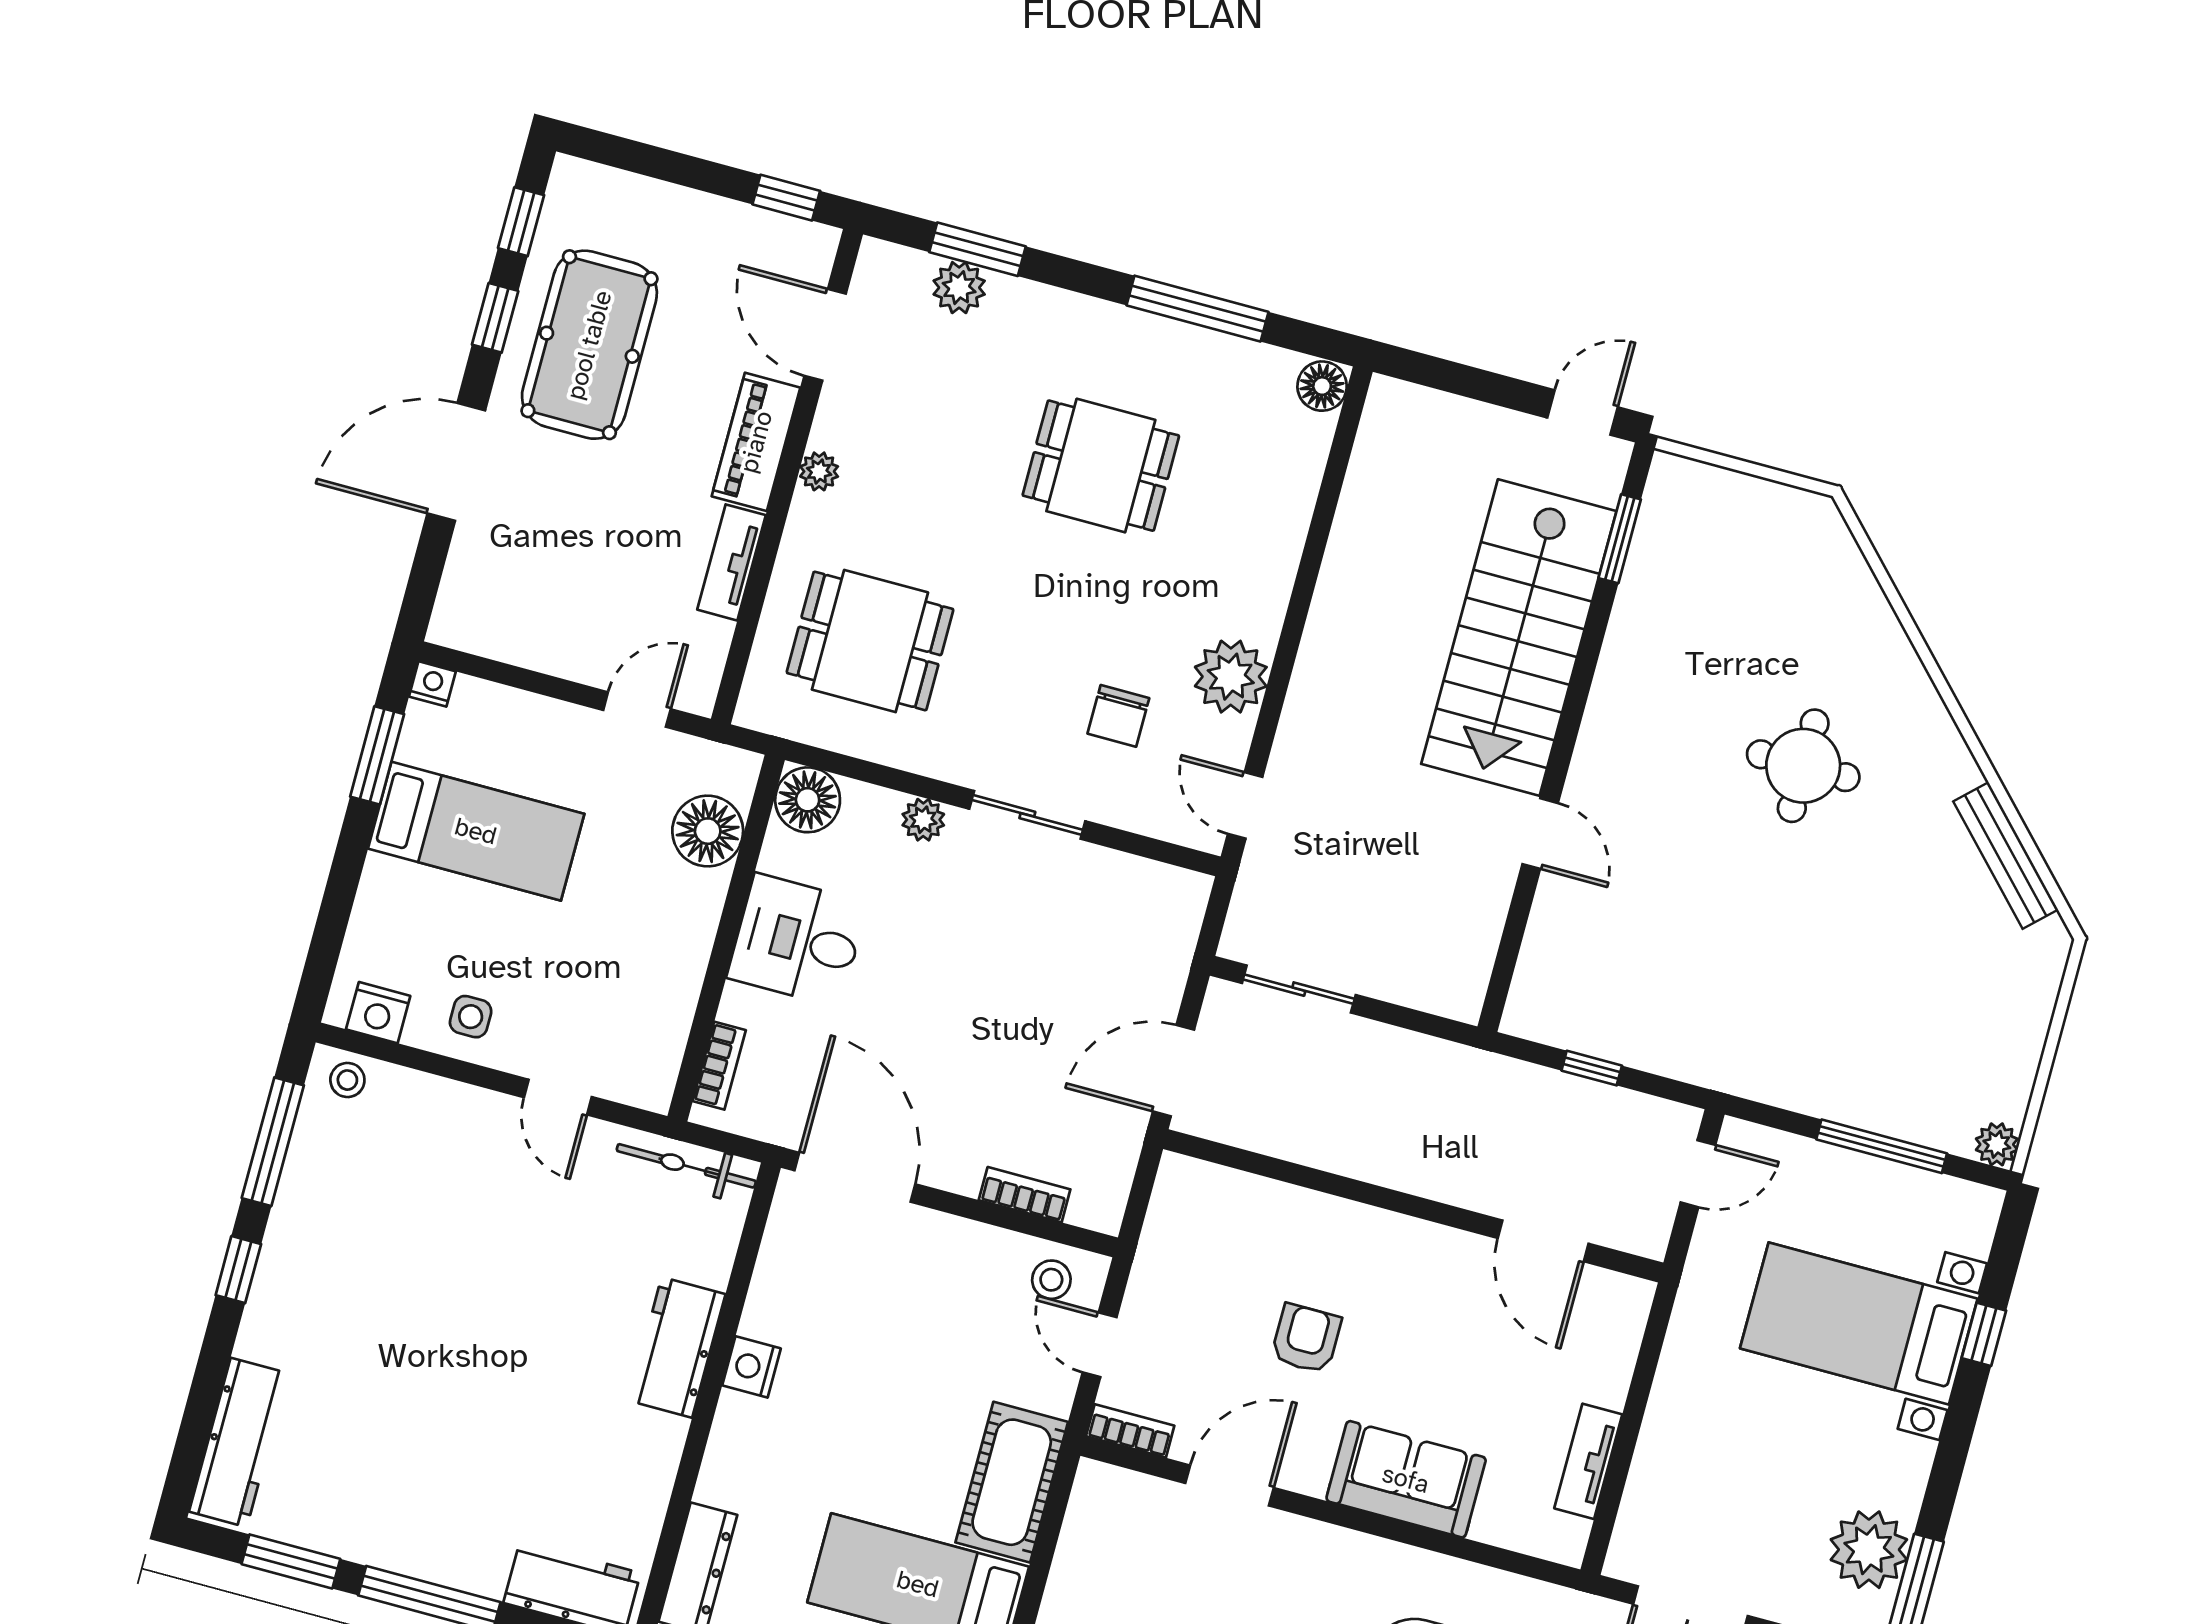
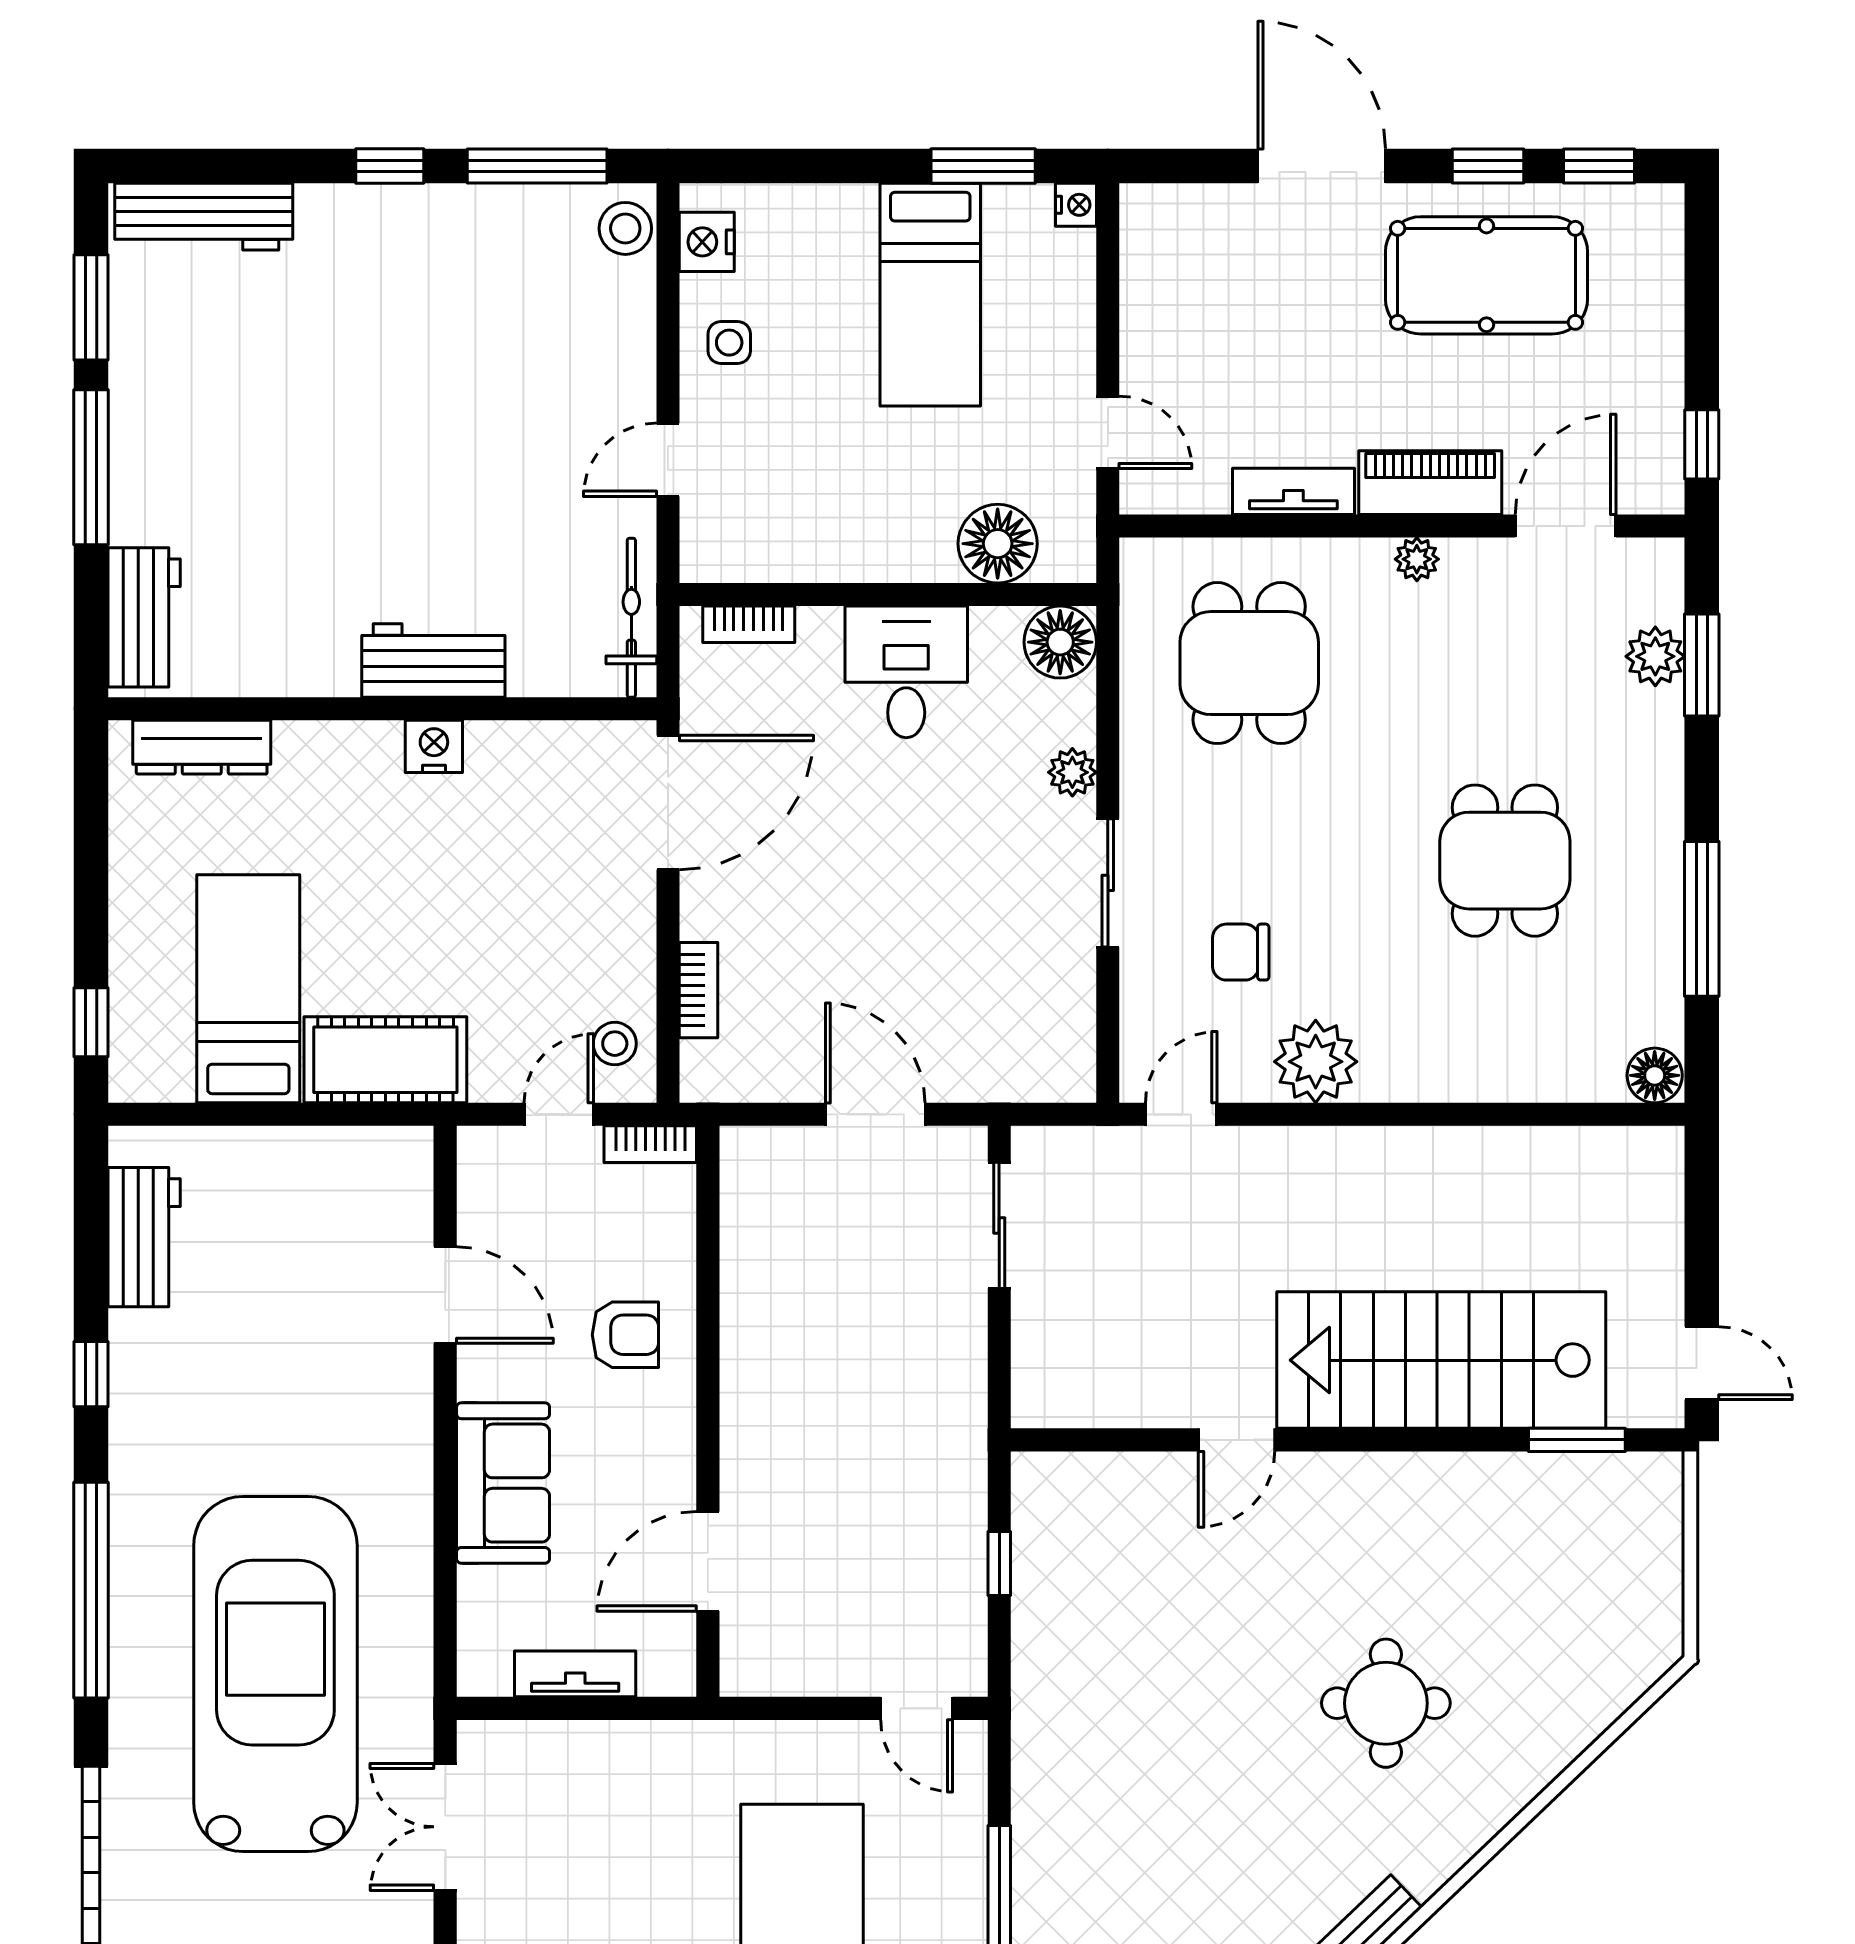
stool: (347, 1080) -> (625, 228), width x1.37, depth x1.37
wall: (1413, 1206) -> (708, 1411), moved
door: (1543, 1241) -> (708, 1561), moved
bookcase: (1130, 1431) -> (650, 1144), moved, turned 90

